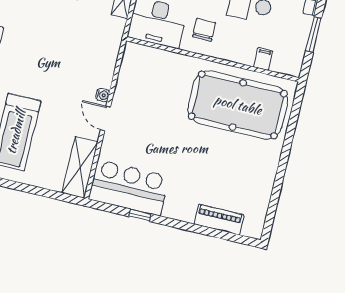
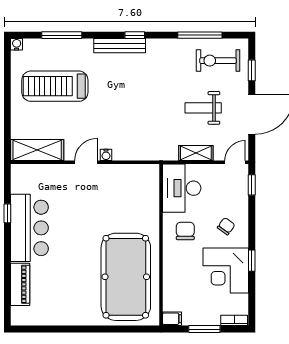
chair: (204, 30) -> (185, 231), turned -90
filing cabinet: (263, 59) -> (172, 319), moved
bar counter: (129, 188) -> (29, 228), moved

